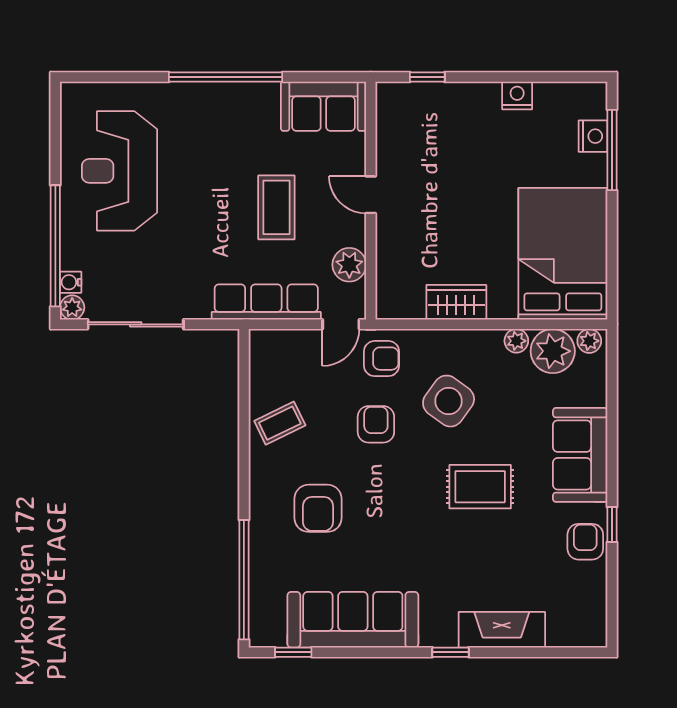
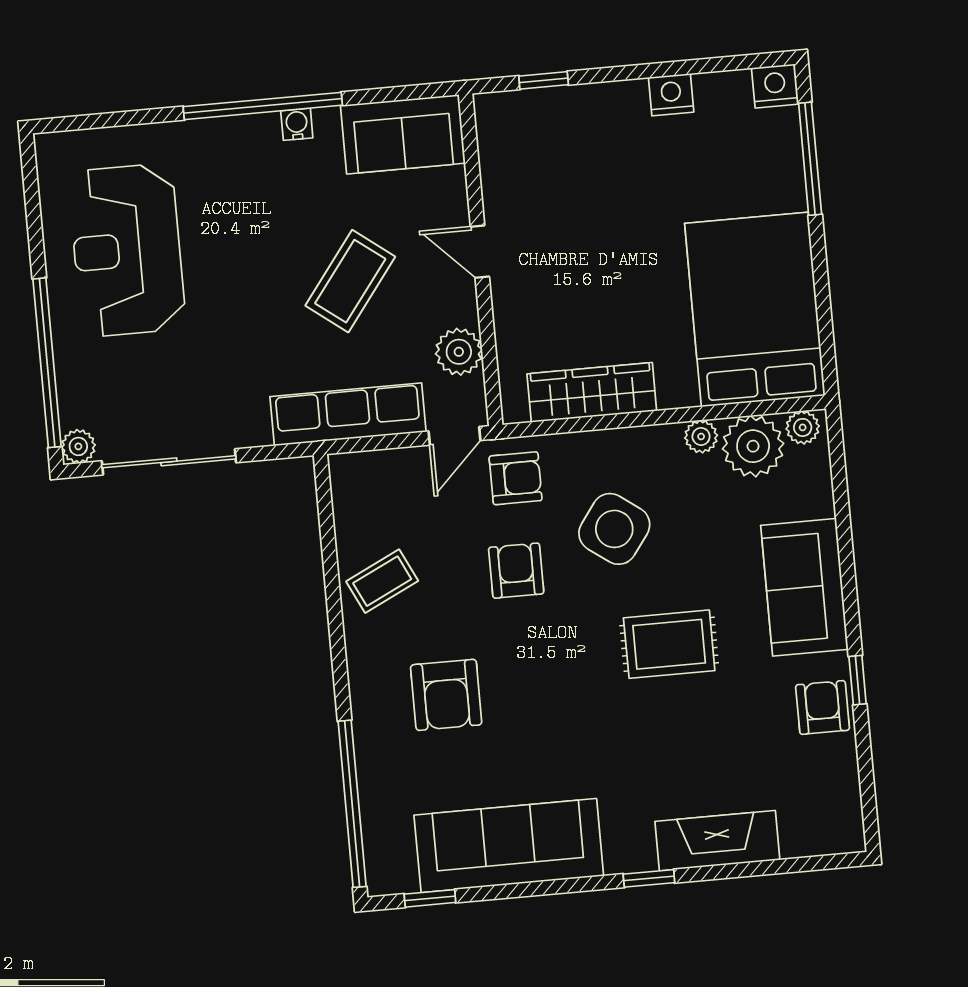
nightstand: (593, 136) -> (775, 86), moved, turned -90
coffee table: (276, 207) -> (350, 281), turned 37
water cooler: (71, 282) -> (297, 124), moved, turned 90
wardrobe: (456, 302) -> (592, 392), width x1.50

